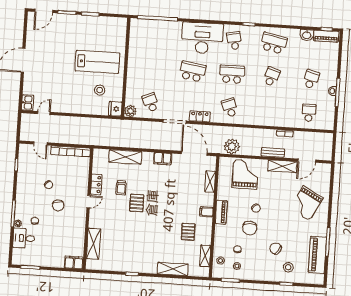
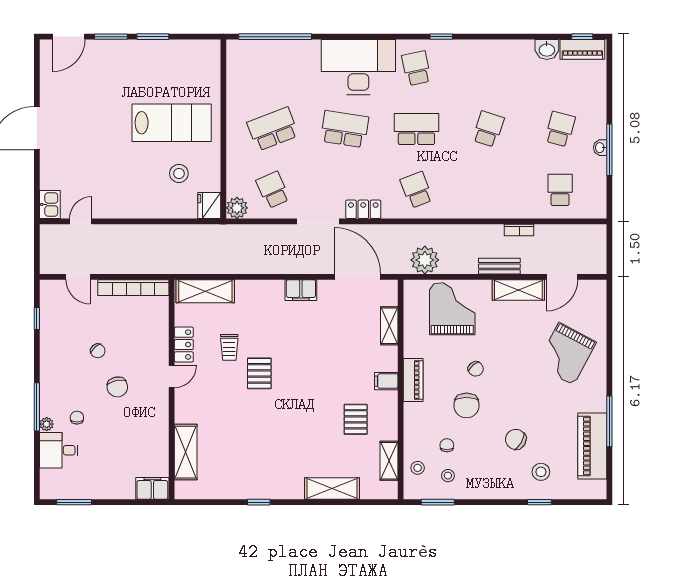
school desk: (274, 43) -> (273, 129), moved, turned -33
shelving: (125, 157) -> (205, 291), moved

